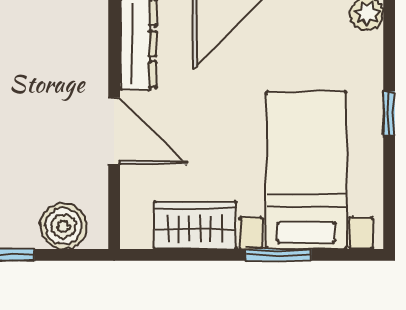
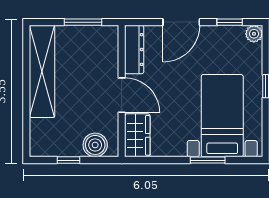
wardrobe: (195, 225) -> (137, 135), moved, turned 90

